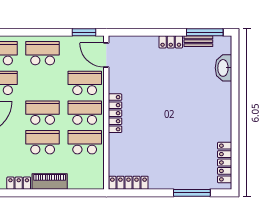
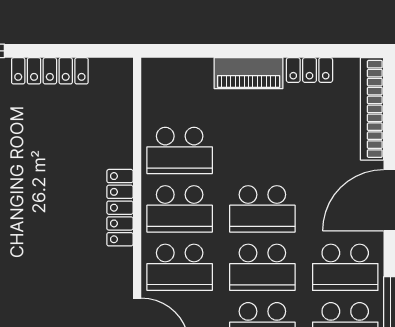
school desk: (43, 142) -> (262, 267), moved
locker: (128, 183) -> (50, 71), moved

